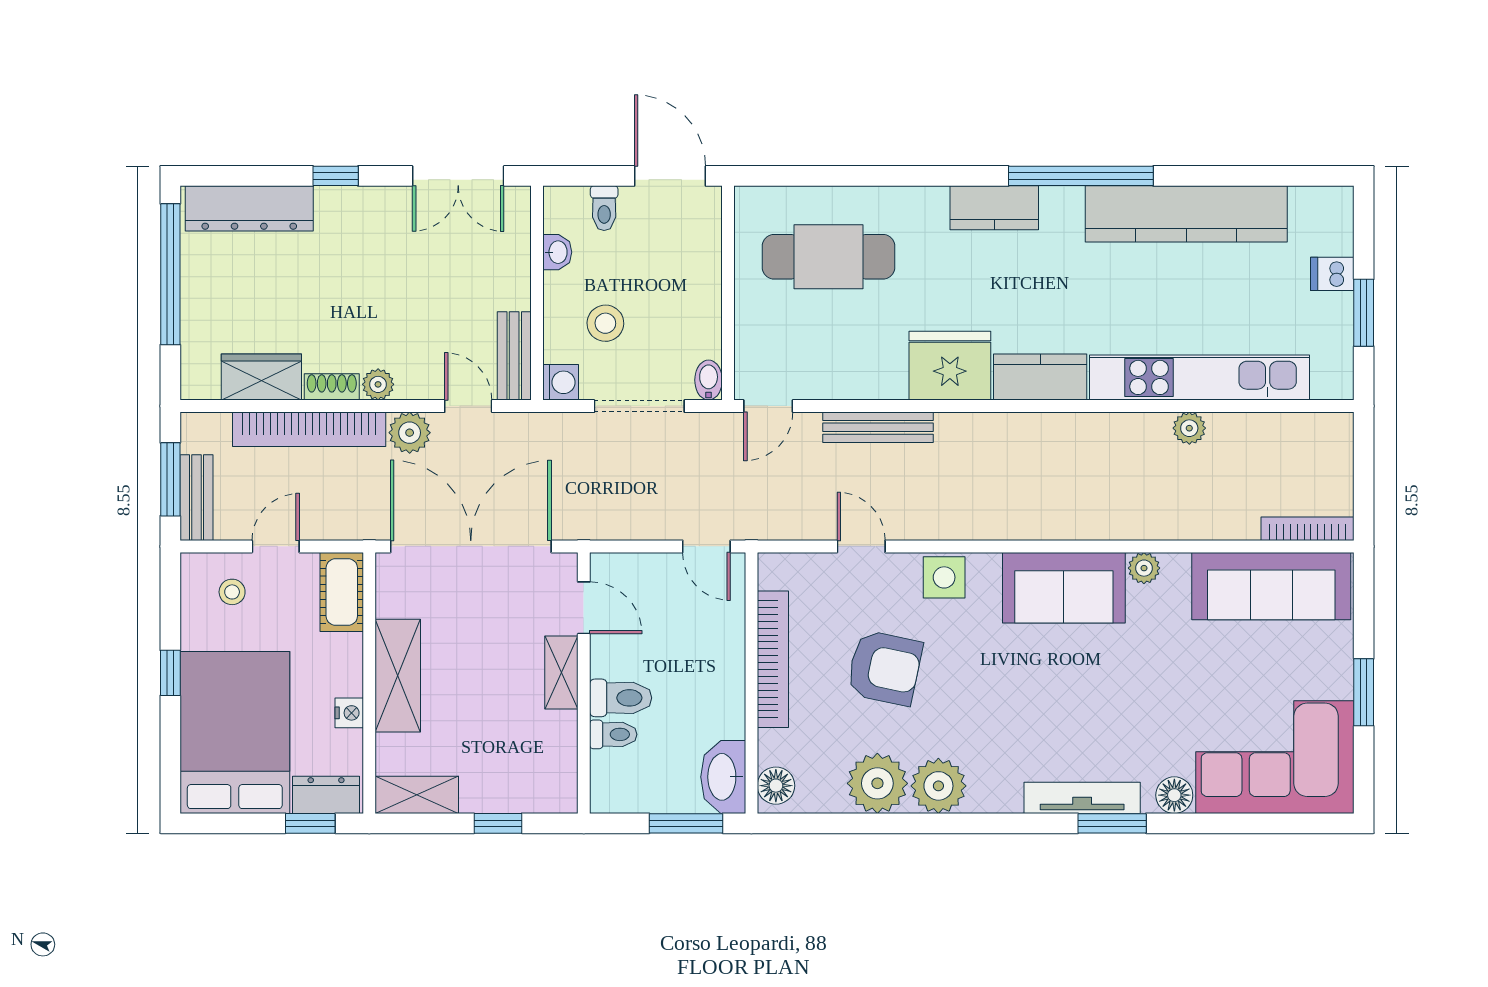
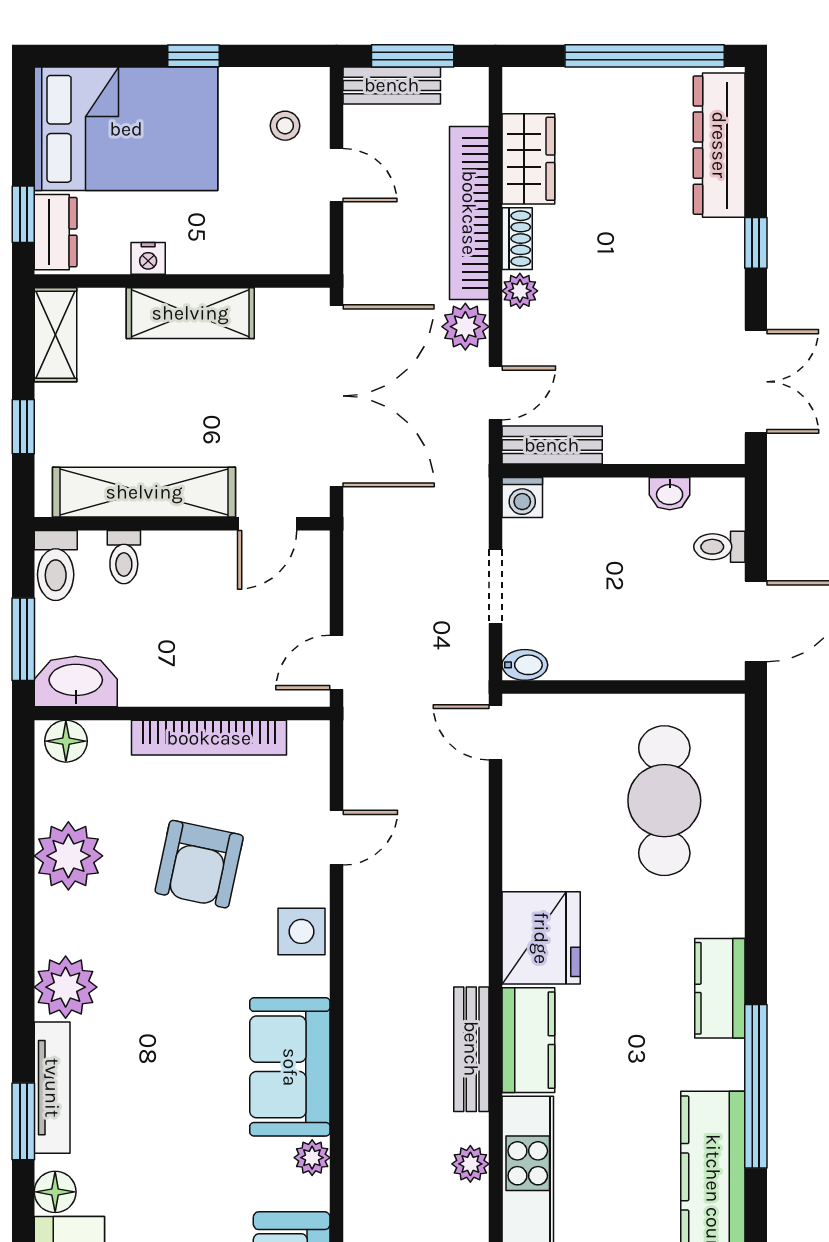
double door: (458, 176) -> (756, 382), swing flipped
stool: (605, 323) -> (589, 548), removed
doorway: (639, 406) -> (495, 587), width x0.73
bench: (878, 427) -> (471, 1049), moved
plant: (1189, 428) -> (470, 1164), moved
cot: (342, 592) -> (285, 250), removed
shelving: (561, 672) -> (144, 492), width x2.20, depth x1.33
toilet: (621, 698) -> (56, 565), moved
plant: (938, 786) -> (66, 987), moved

